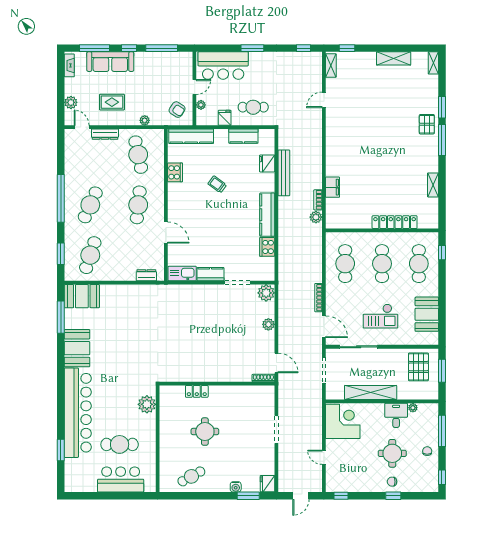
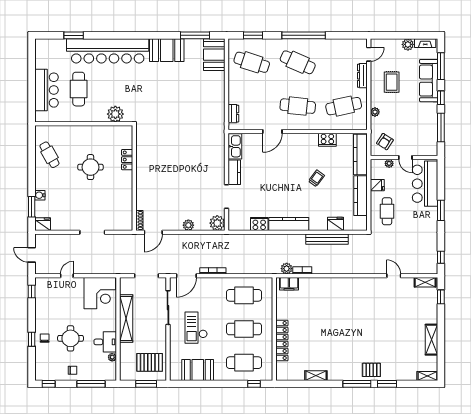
plant: (71, 102) -> (408, 44), moved
kitchen counter: (243, 136) -> (361, 196), width x1.50
filing cabinet: (332, 187) -> (289, 284), moved

